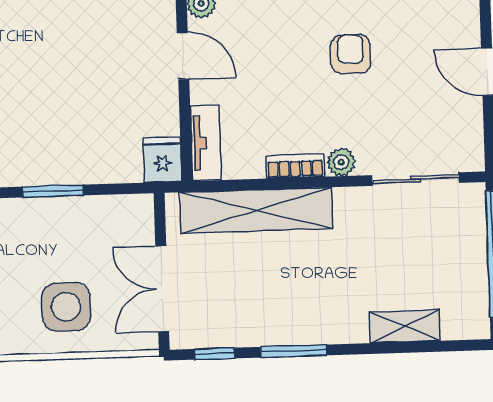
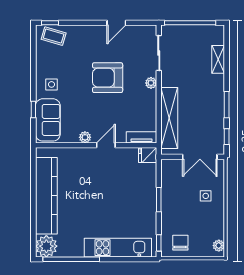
armchair: (351, 54) -> (108, 78), width x1.88, depth x1.88
bookcase: (295, 166) -> (152, 101), removed
side table: (66, 307) -> (206, 196), width x0.54, depth x0.54

